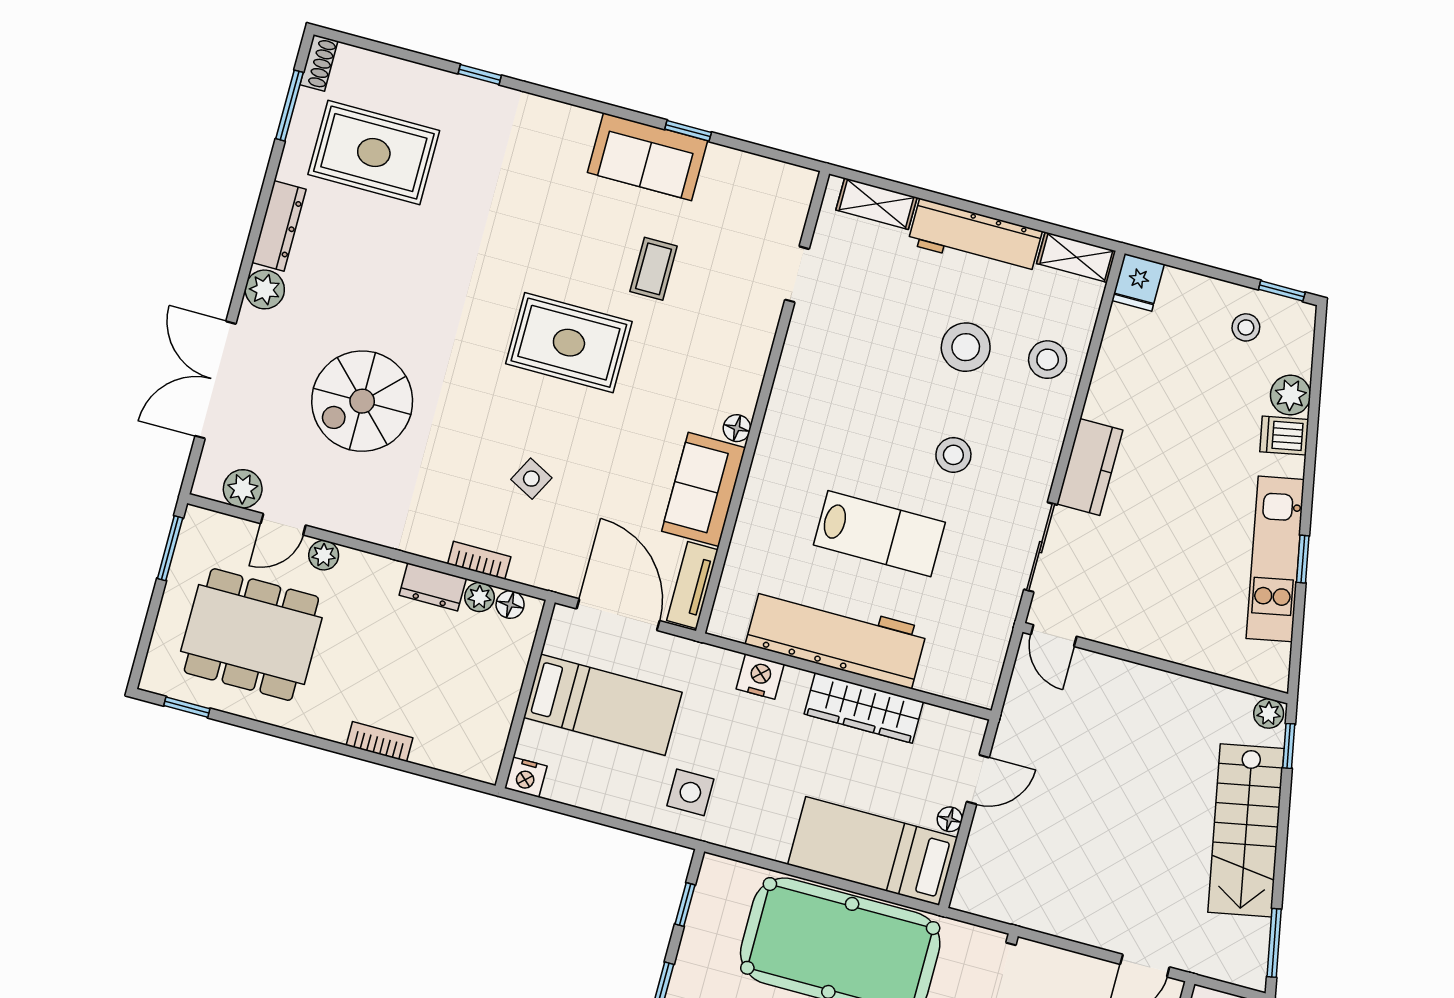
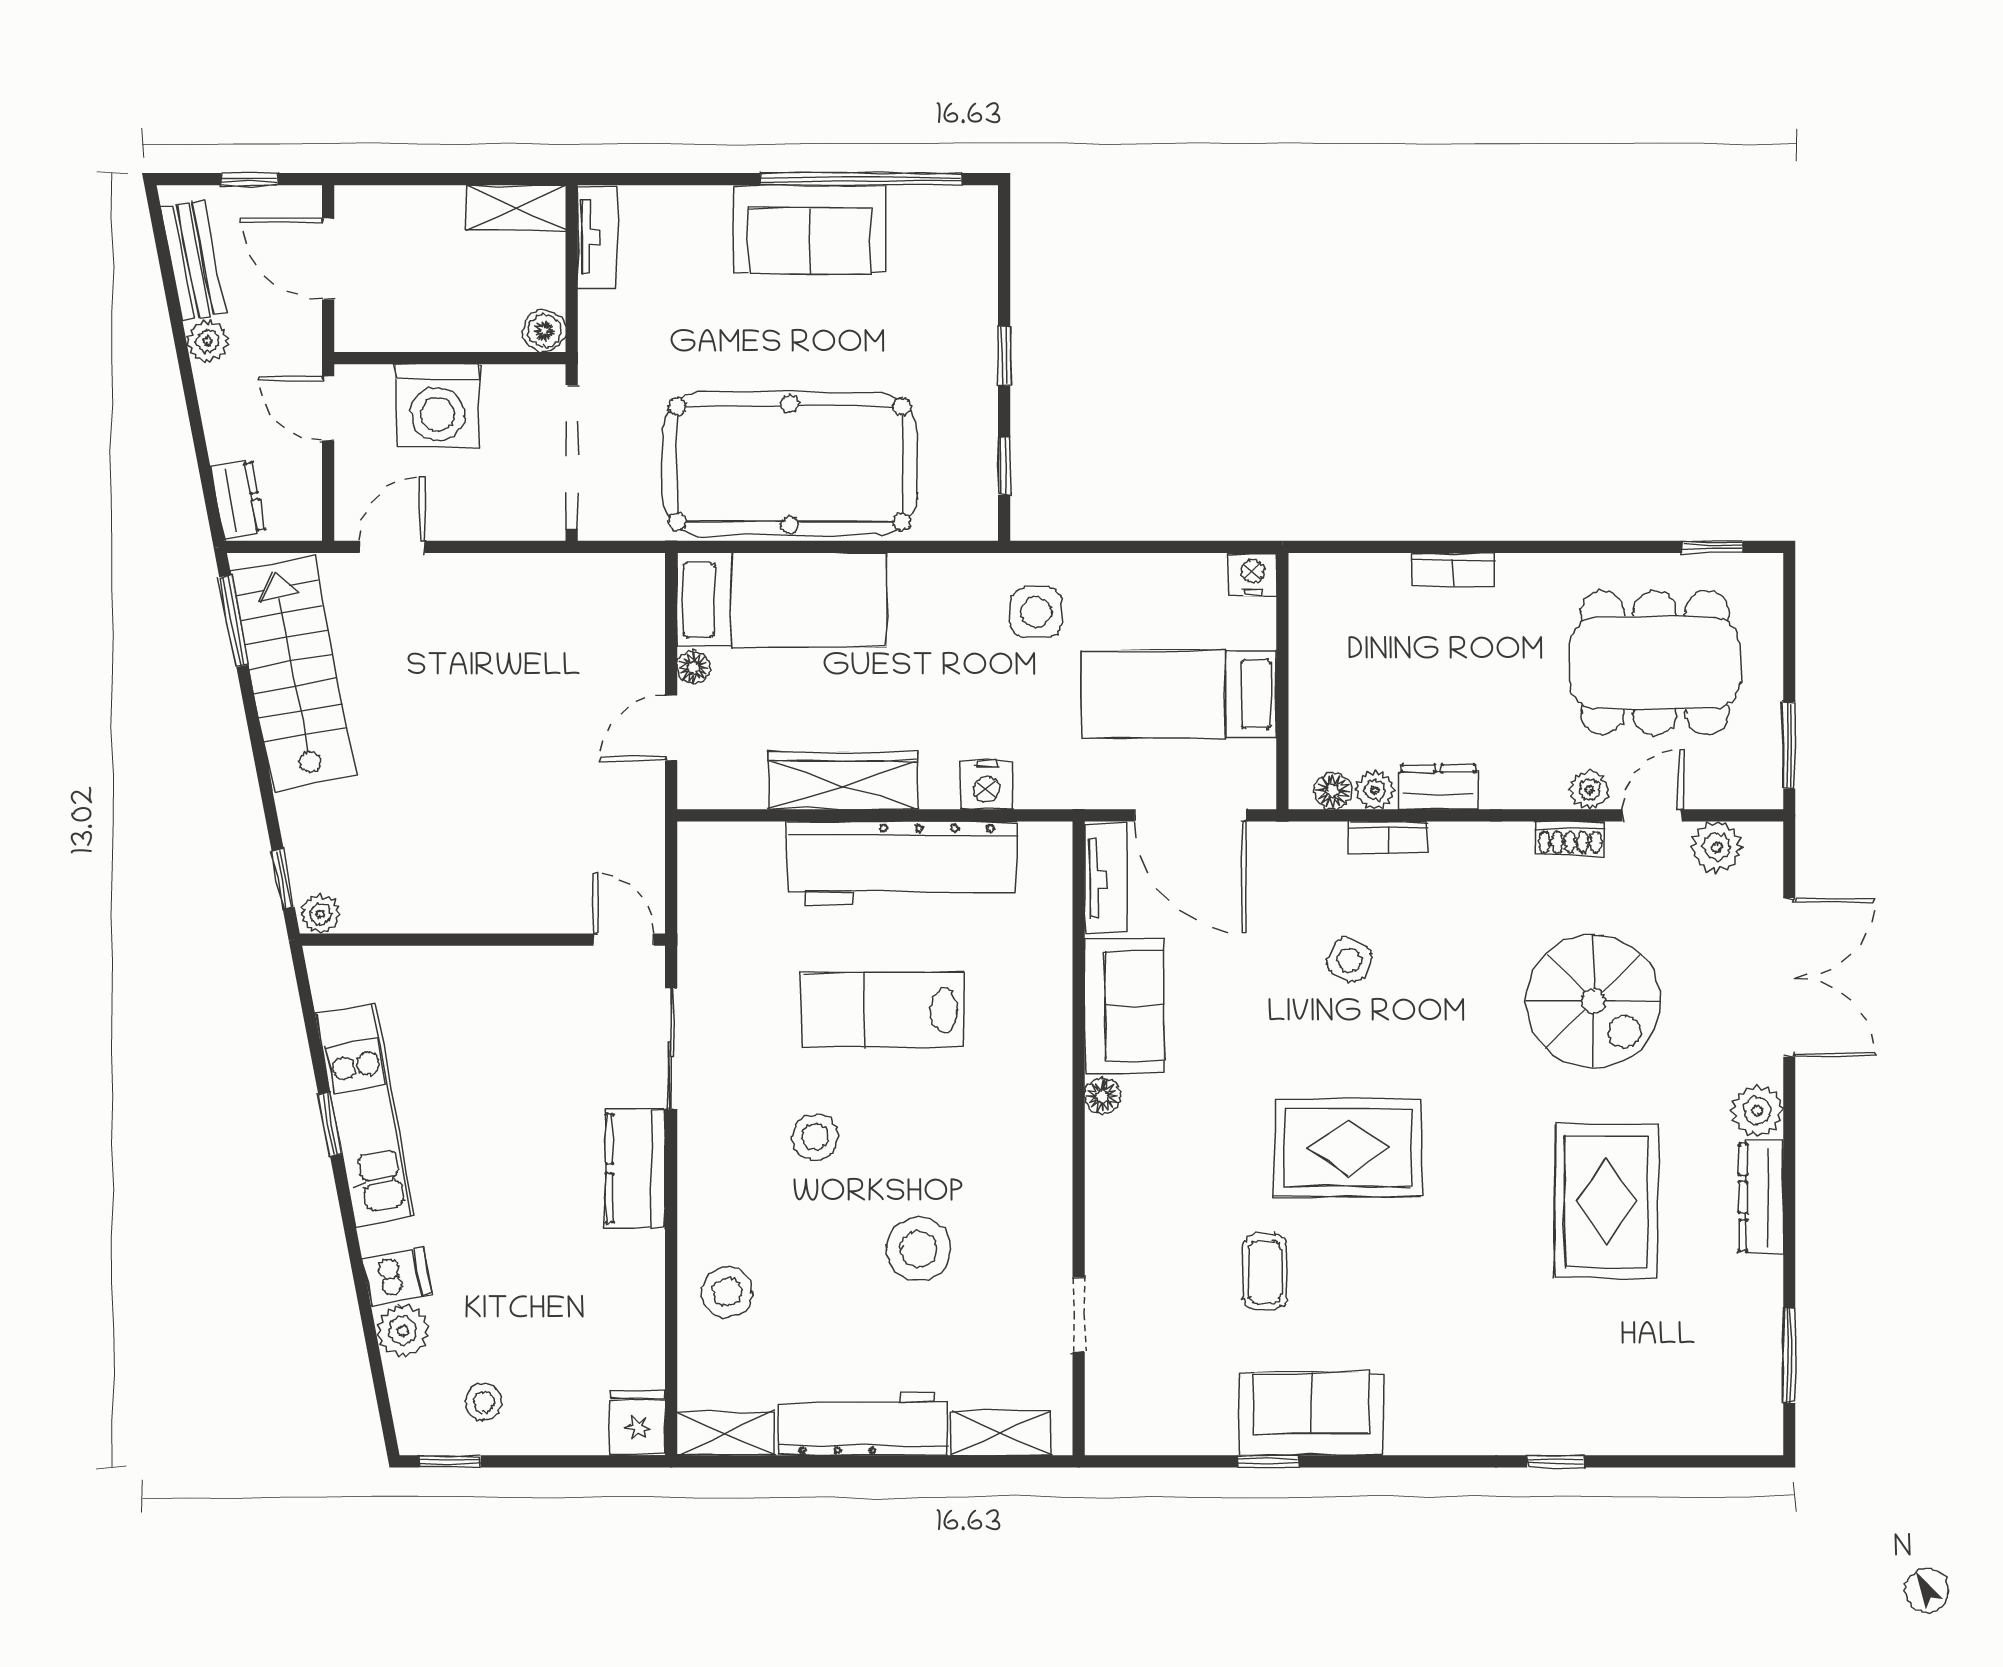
shoe rack: (319, 63) -> (1570, 838), moved, turned -90
rug: (374, 153) -> (1606, 1201), moved, turned 90
stool: (966, 347) -> (919, 1249), moved
spiral stairs: (362, 401) -> (1593, 1001), turned 90
stairs: (1246, 830) -> (293, 673), moved

